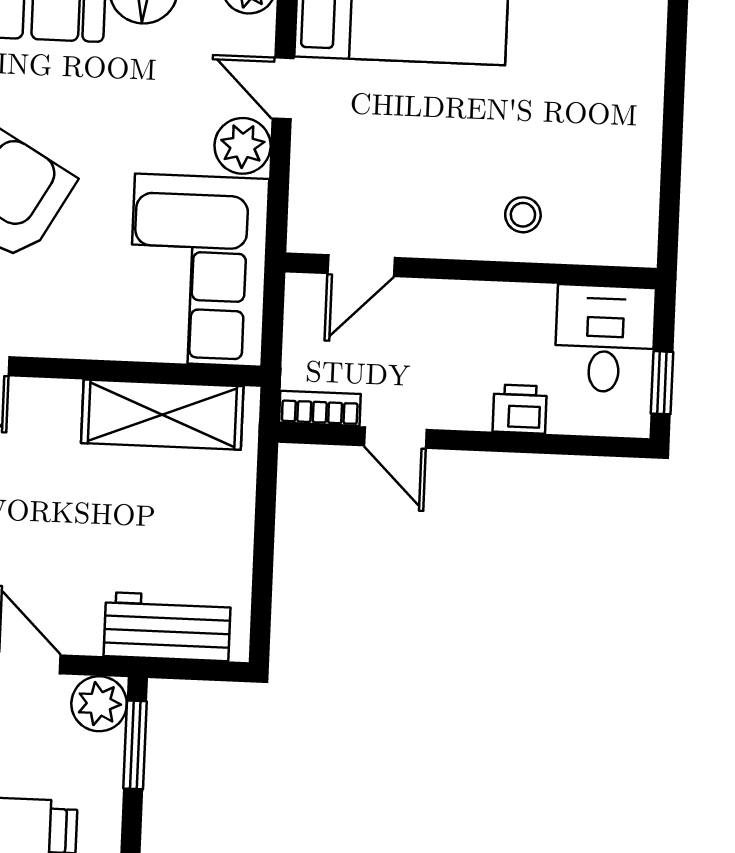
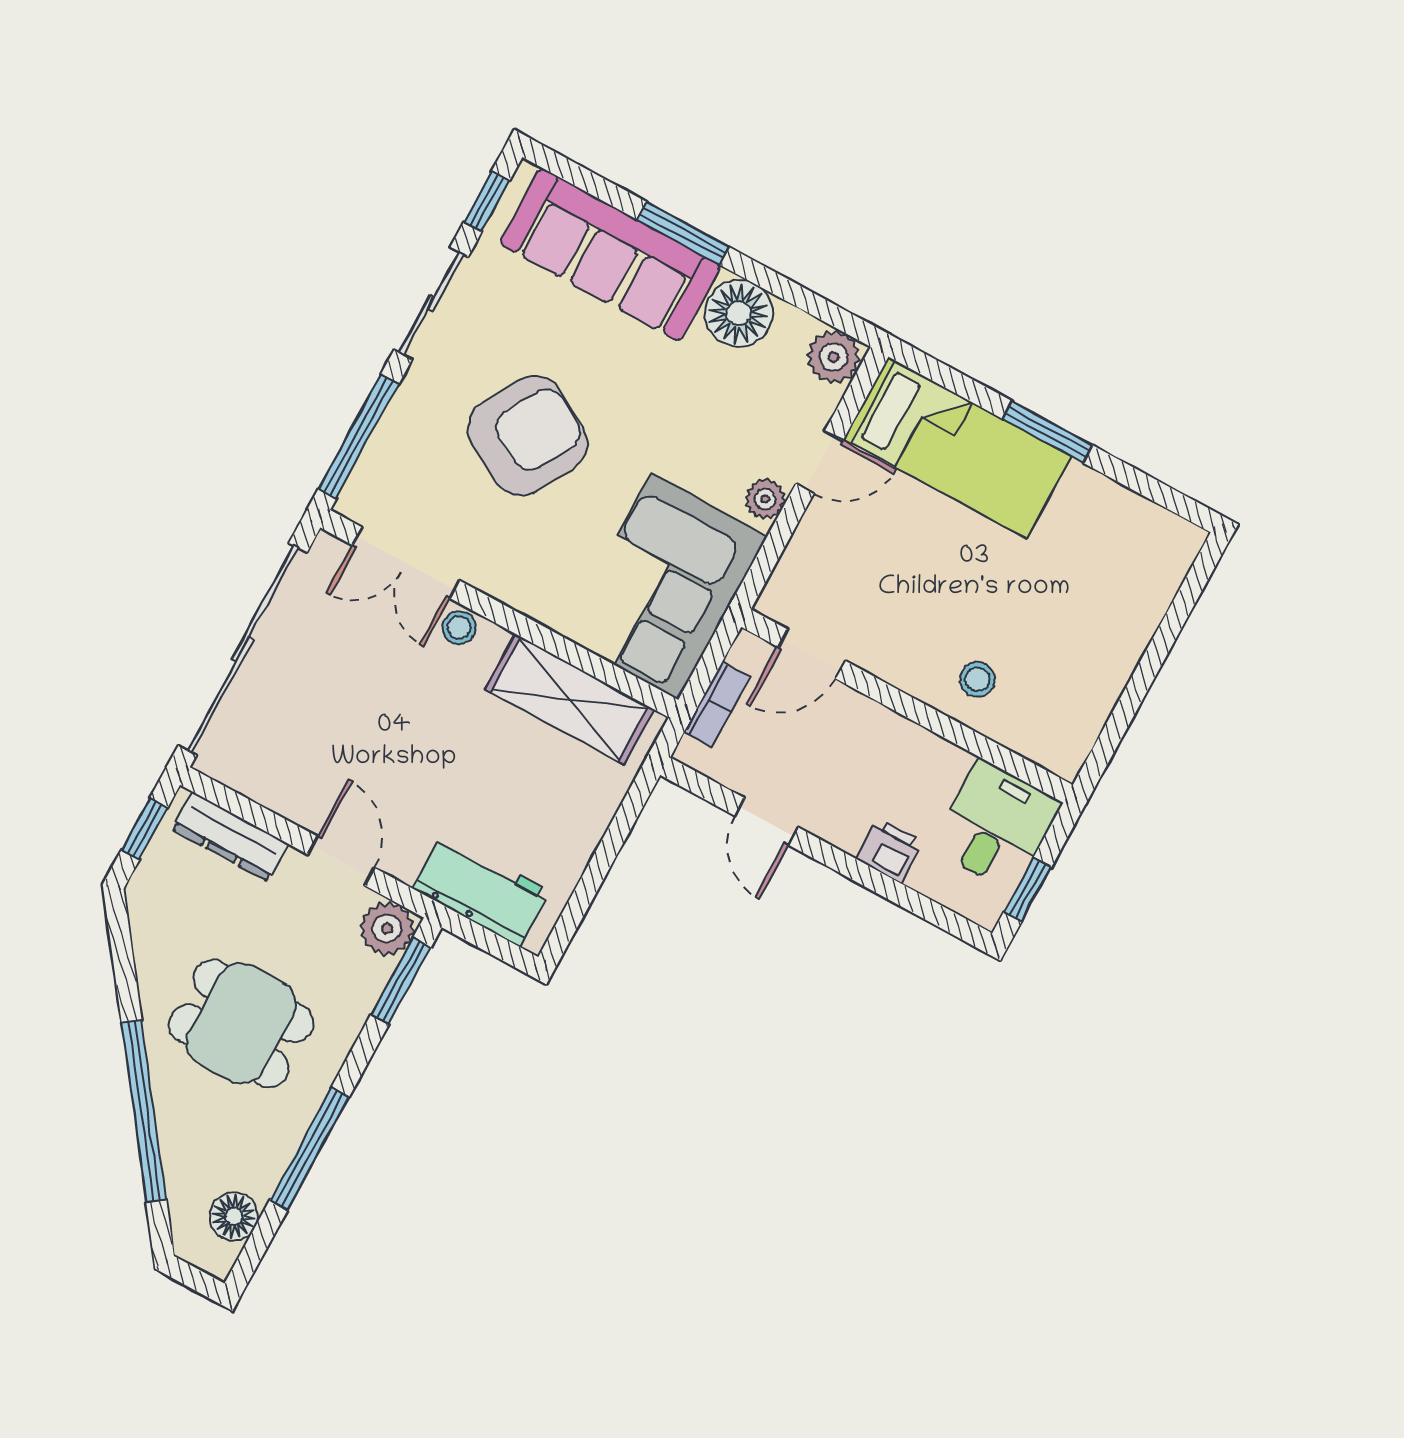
door: (283, 88) -> (819, 462), swing flipped
plant: (243, 146) -> (765, 499), width x0.73, depth x0.73
stool: (30, 399) -> (459, 628), added
bookcase: (320, 408) -> (717, 705), moved, turned 90

